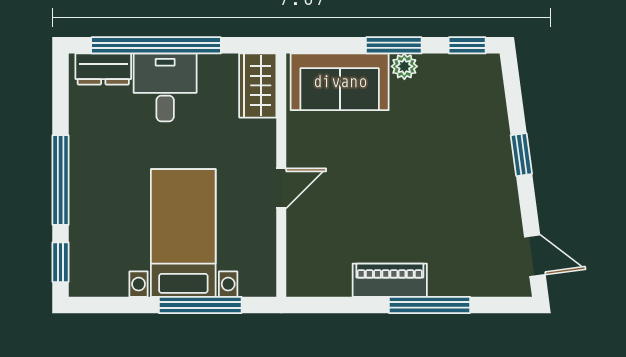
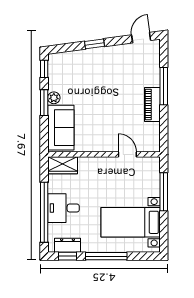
dresser: (103, 69) -> (67, 245), moved, turned -90
door: (281, 188) -> (127, 154), moved
bed with nightstands: (183, 233) -> (131, 222), moved
window: (61, 262) -> (68, 256), moved

